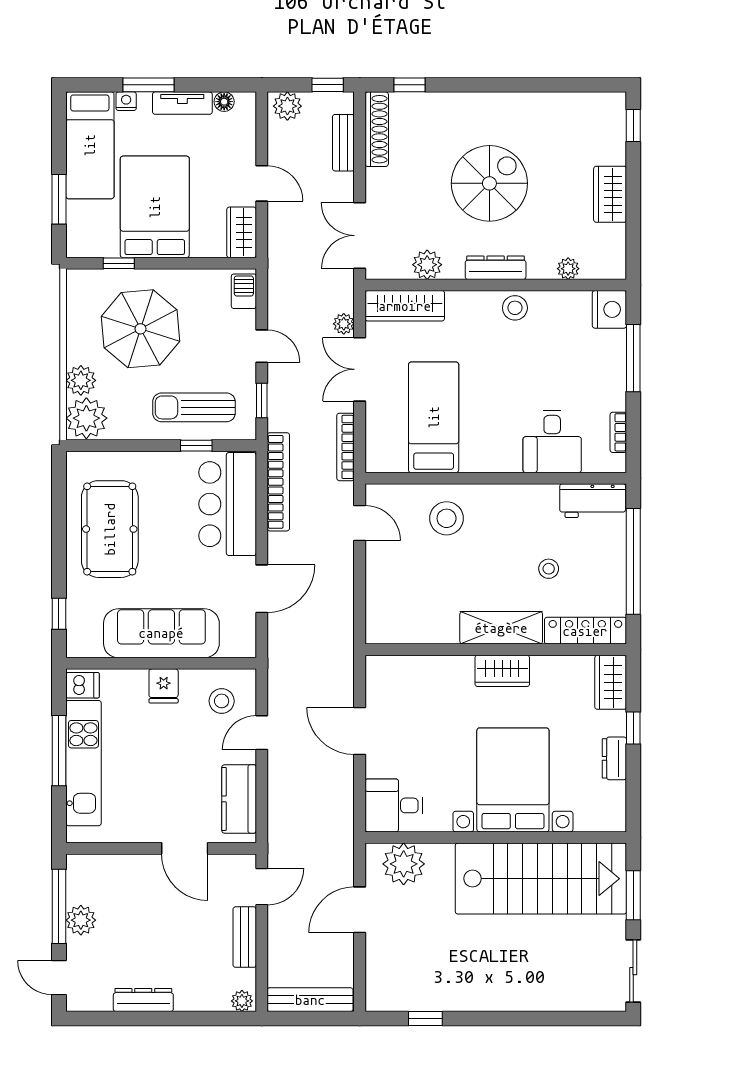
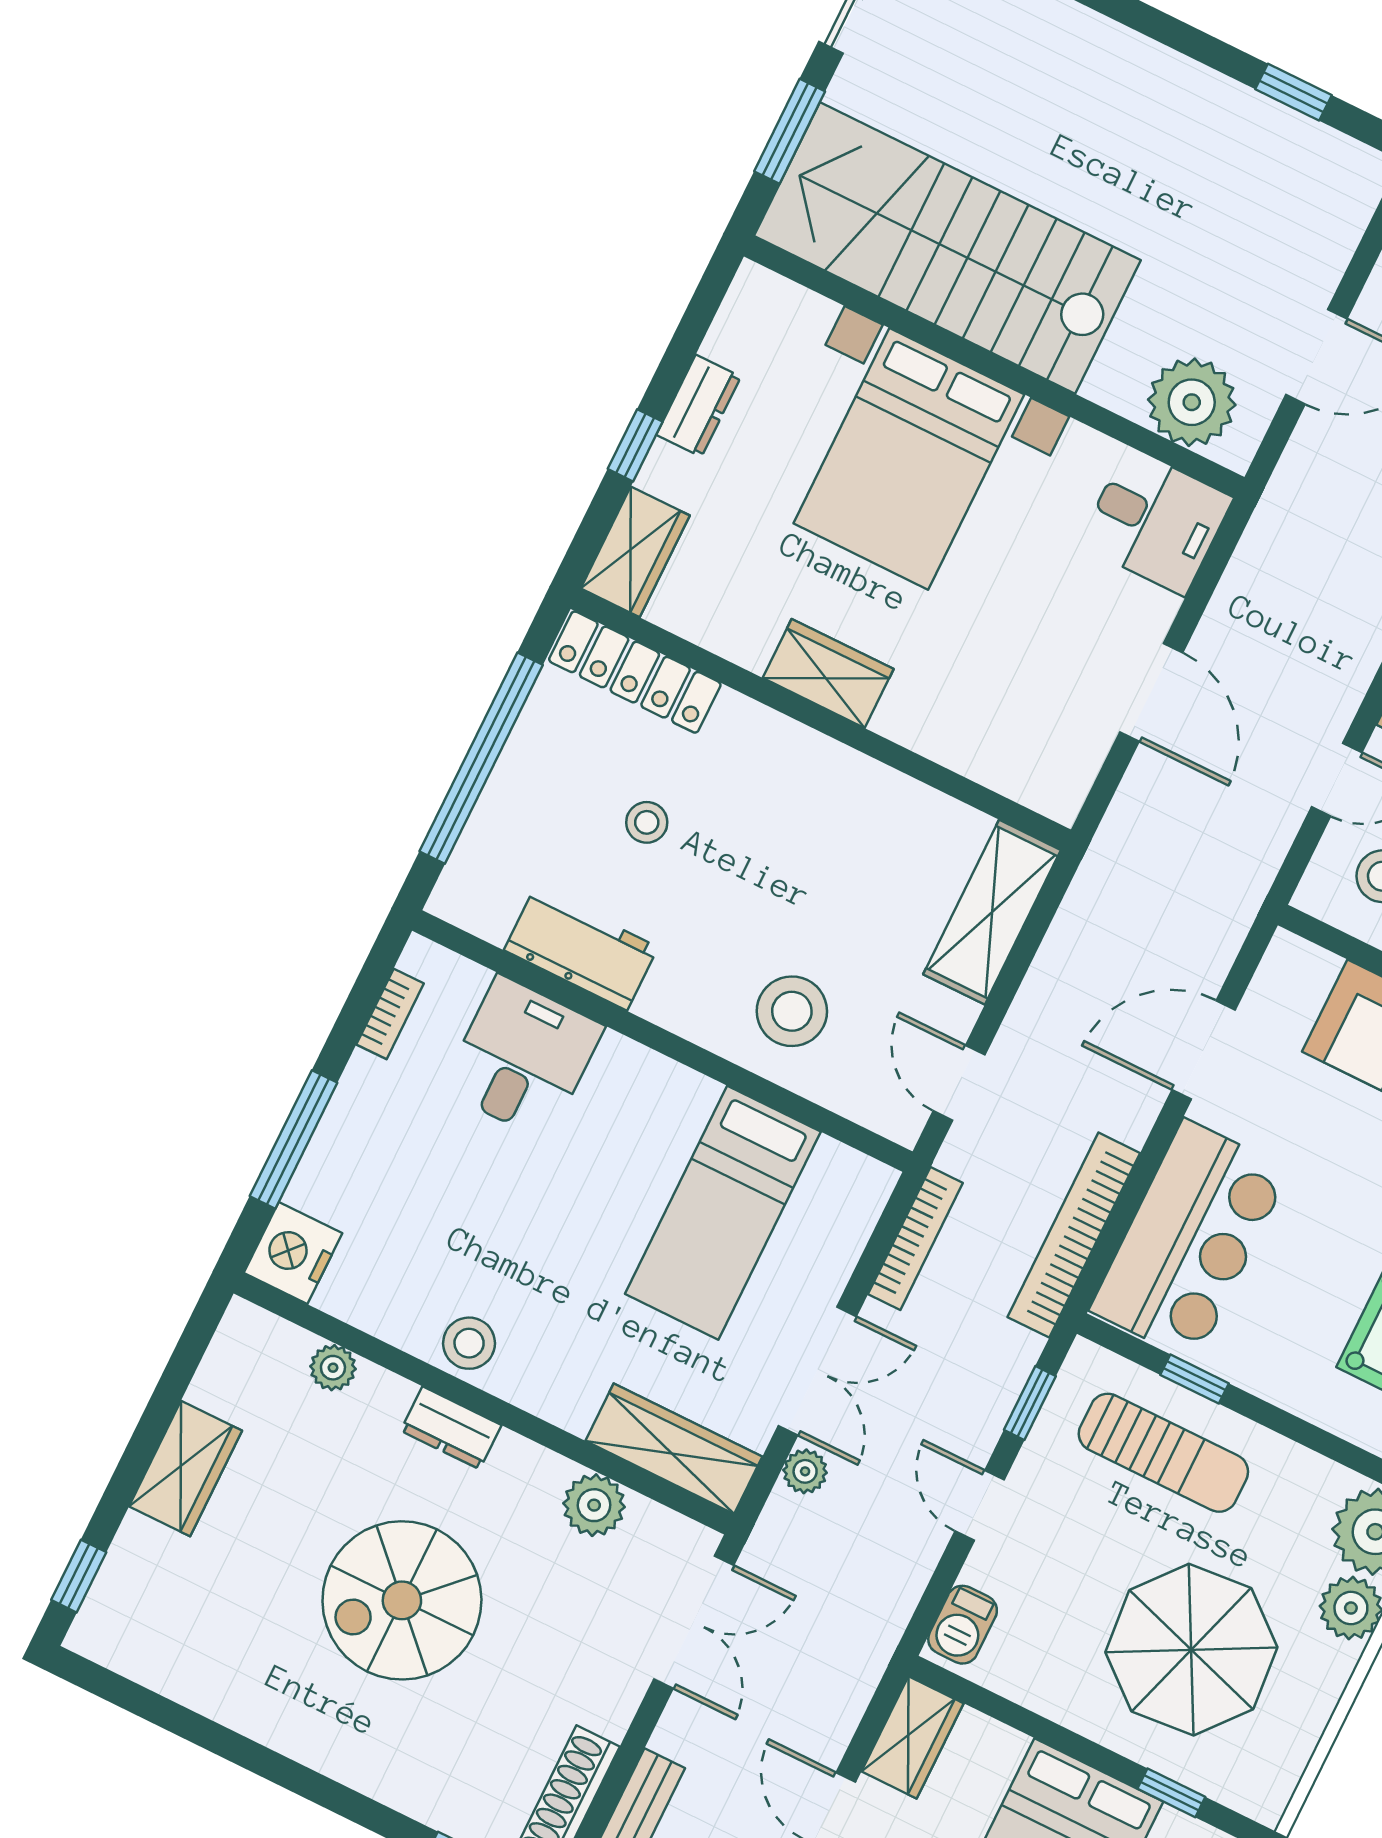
dresser: (496, 268) -> (451, 1428), width x0.70
workbench: (593, 501) -> (581, 949), moved
shelving: (501, 628) -> (992, 912), moved, turned 90

